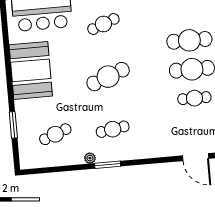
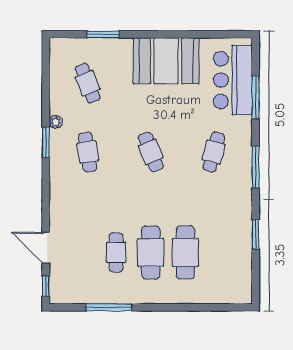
cafe table: (103, 24) -> (214, 152), turned 36
cafe table: (108, 77) -> (151, 152), width x0.73, depth x0.74
door: (196, 157) -> (46, 248), hinge flipped

